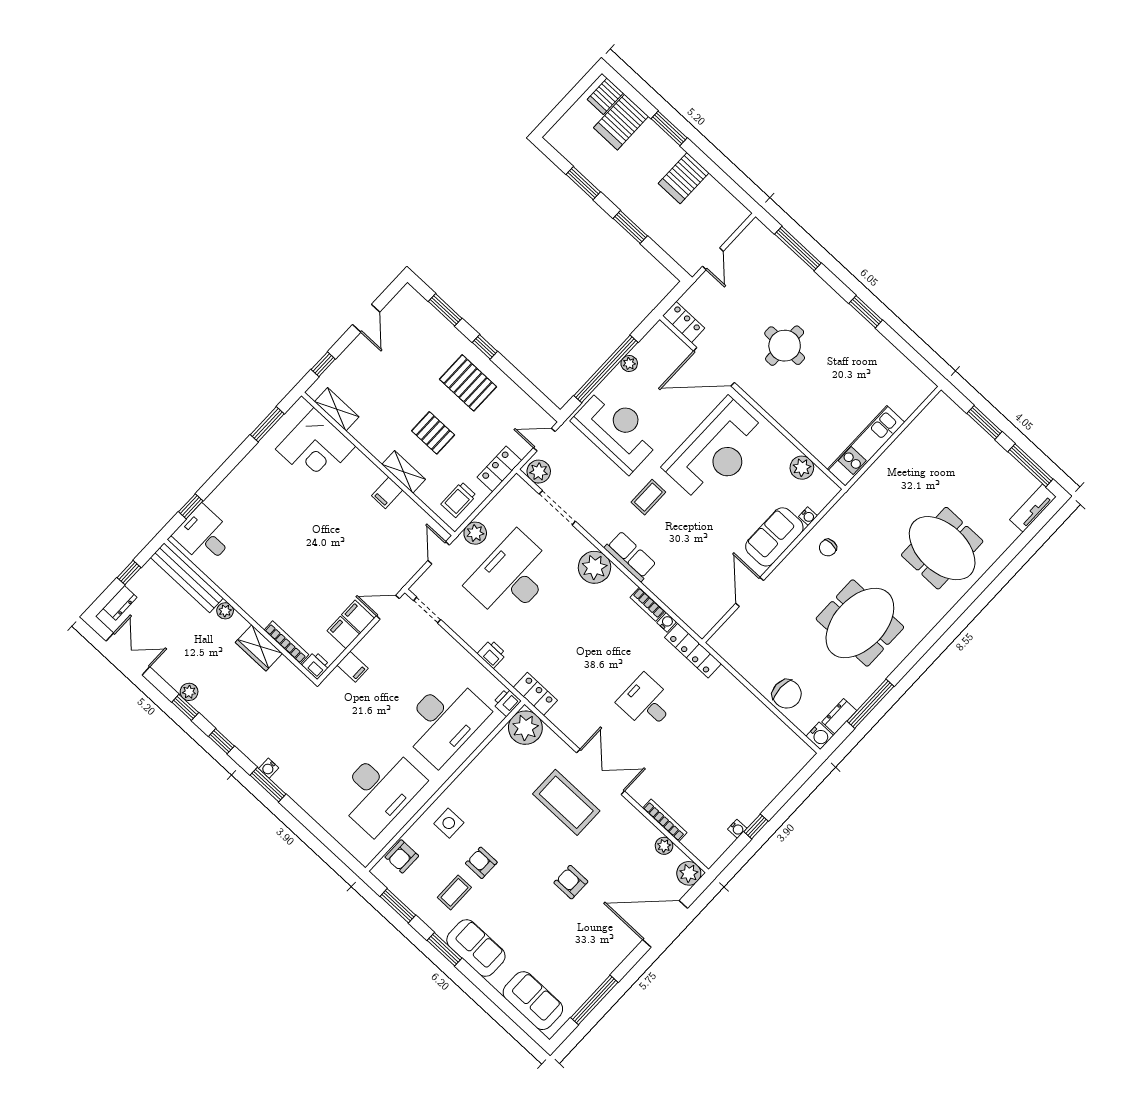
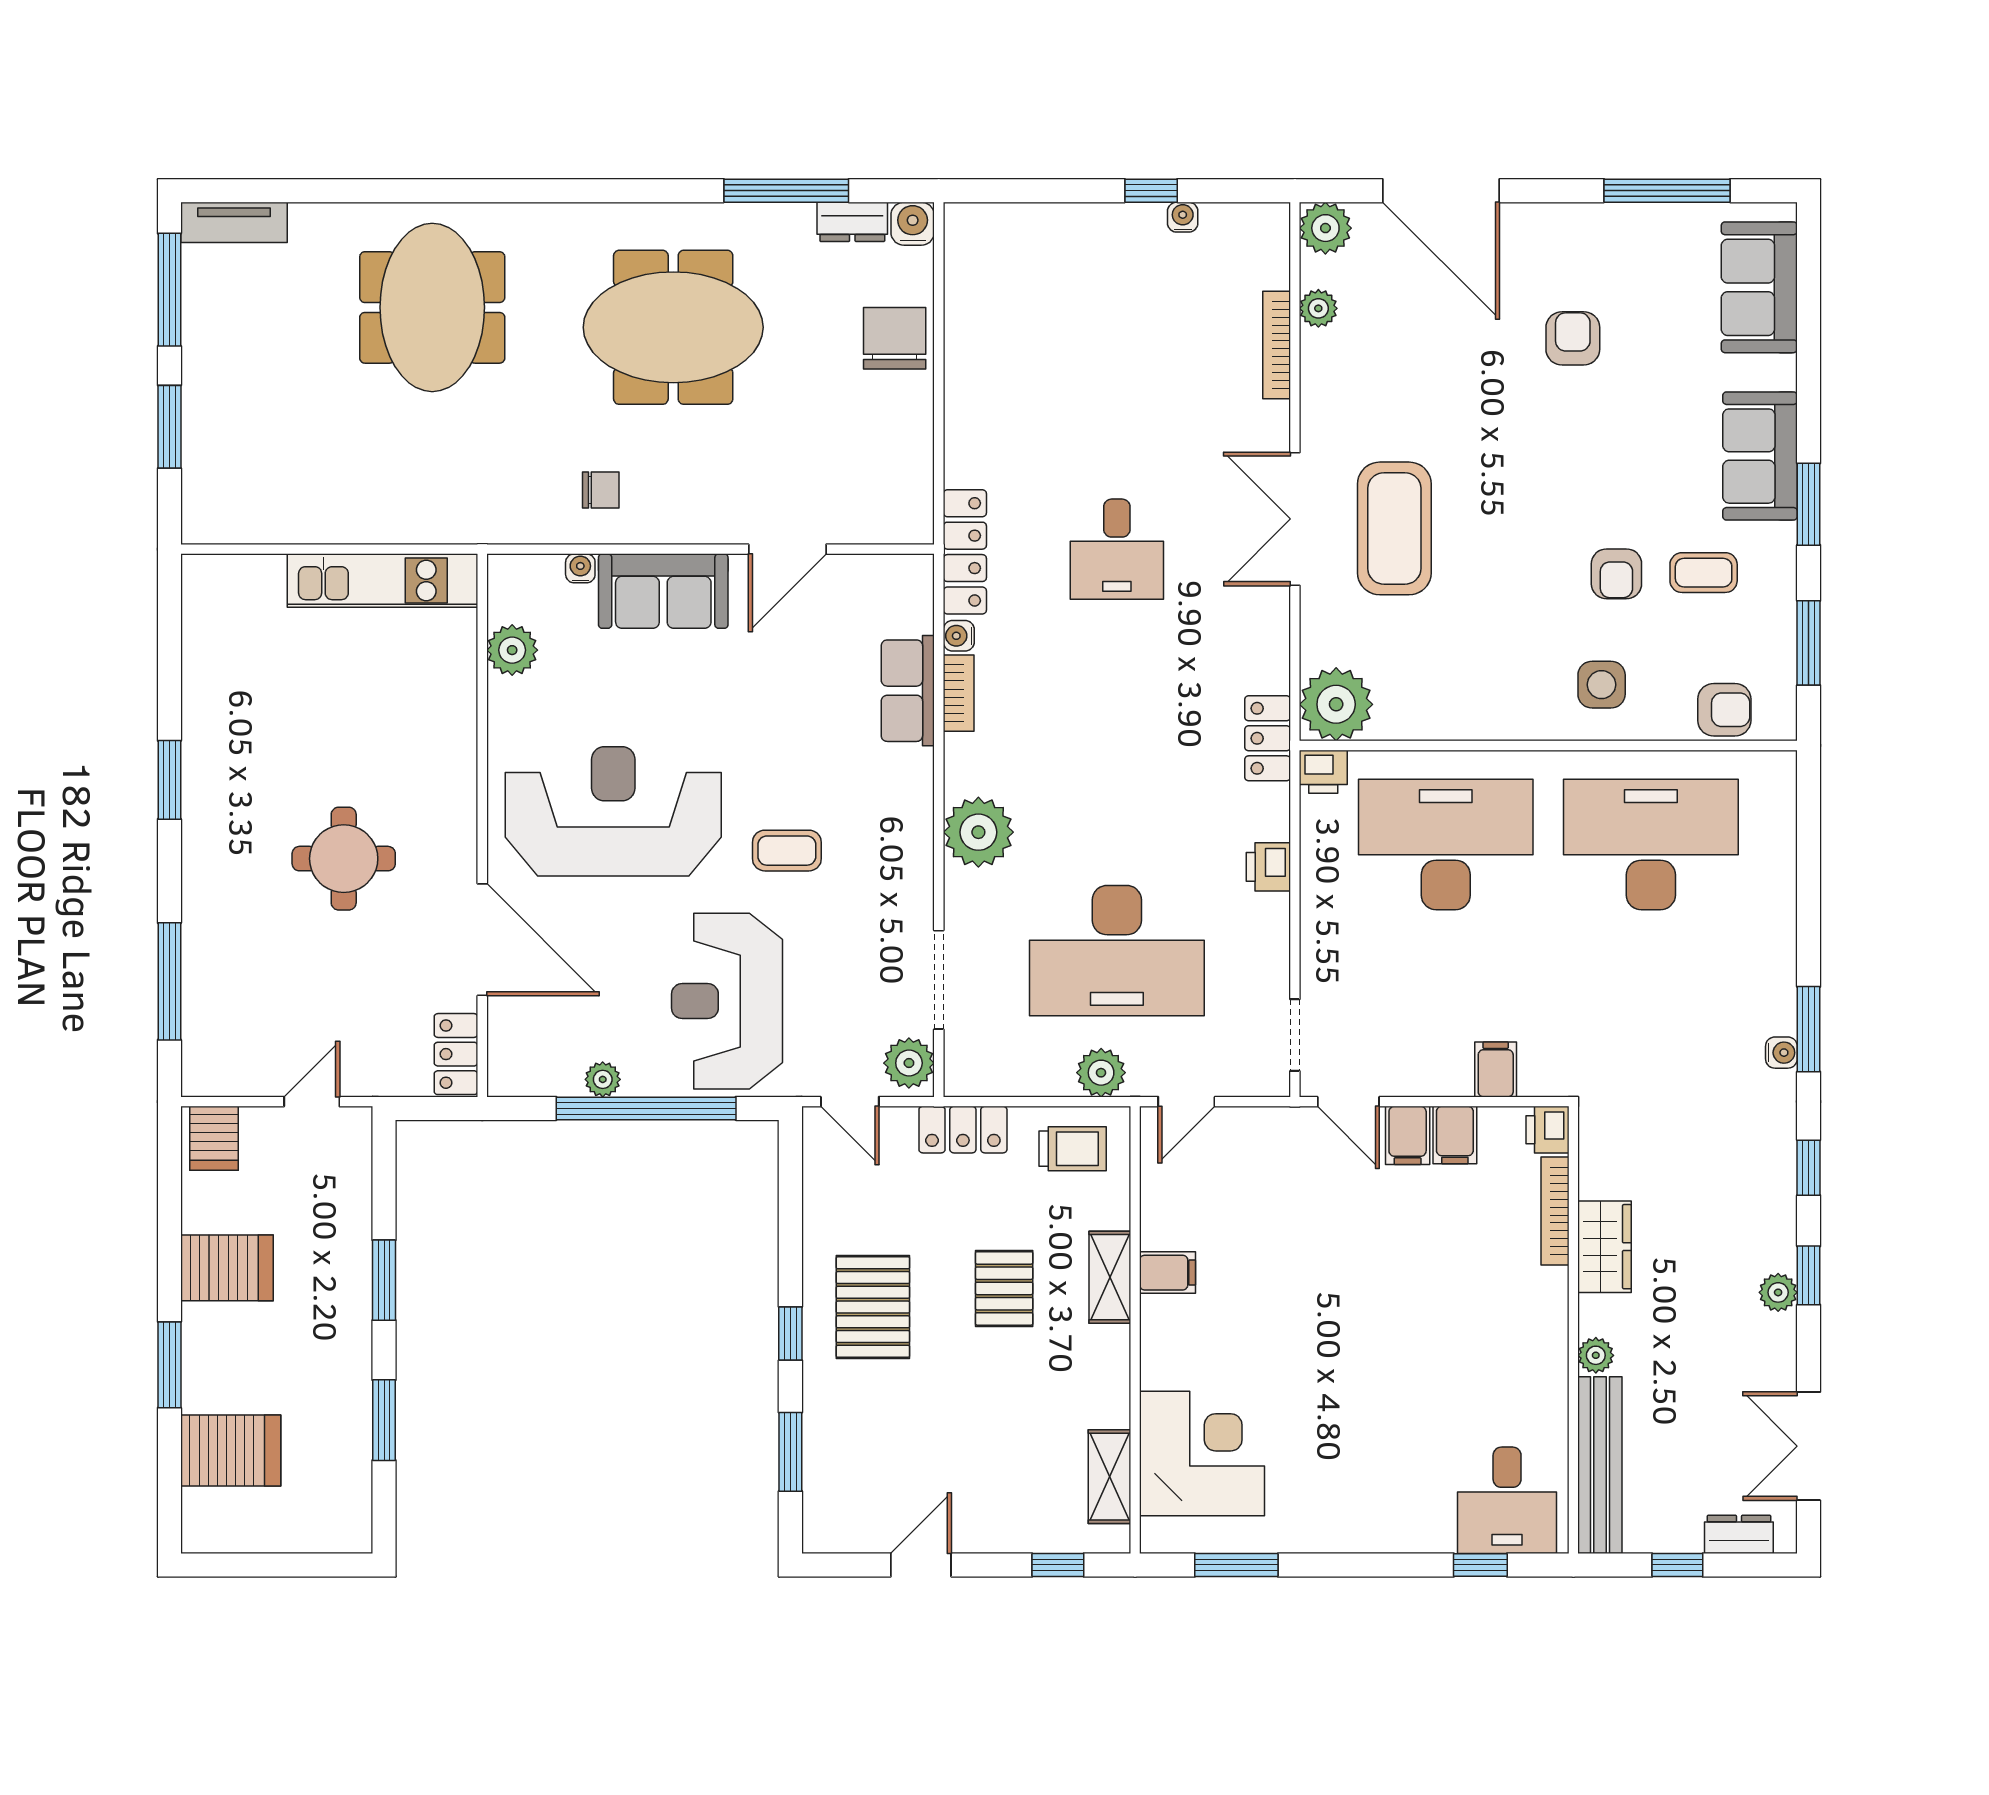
server rack: (605, 96) -> (214, 1138), moved, turned 90
row of seats: (630, 556) -> (908, 691), moved
armchair: (571, 882) -> (1573, 338), moved, turned 180

